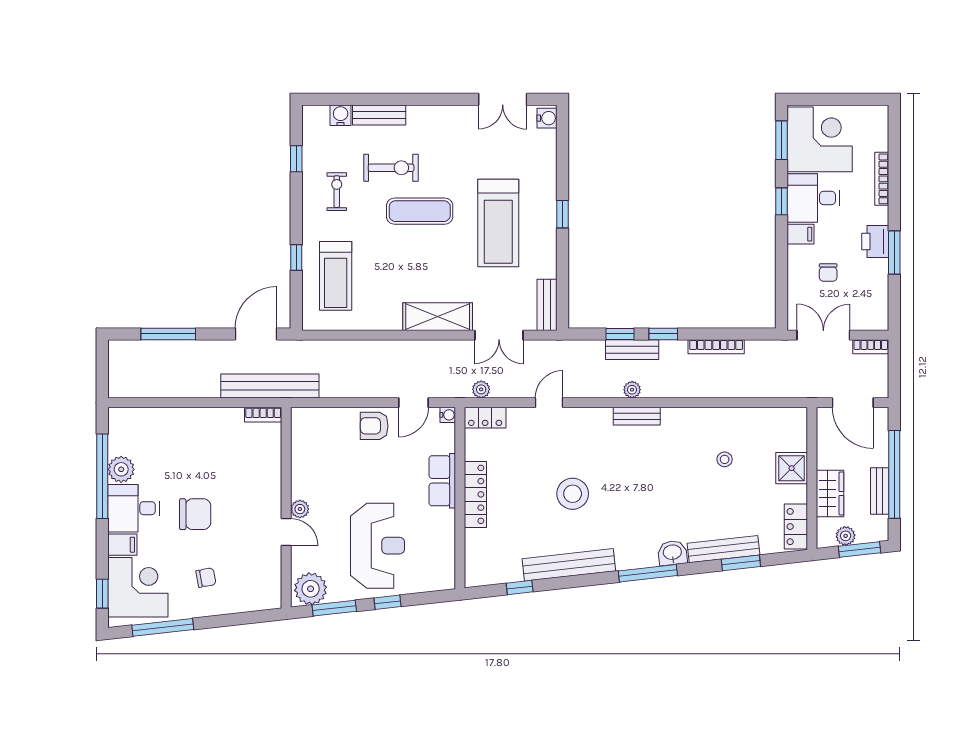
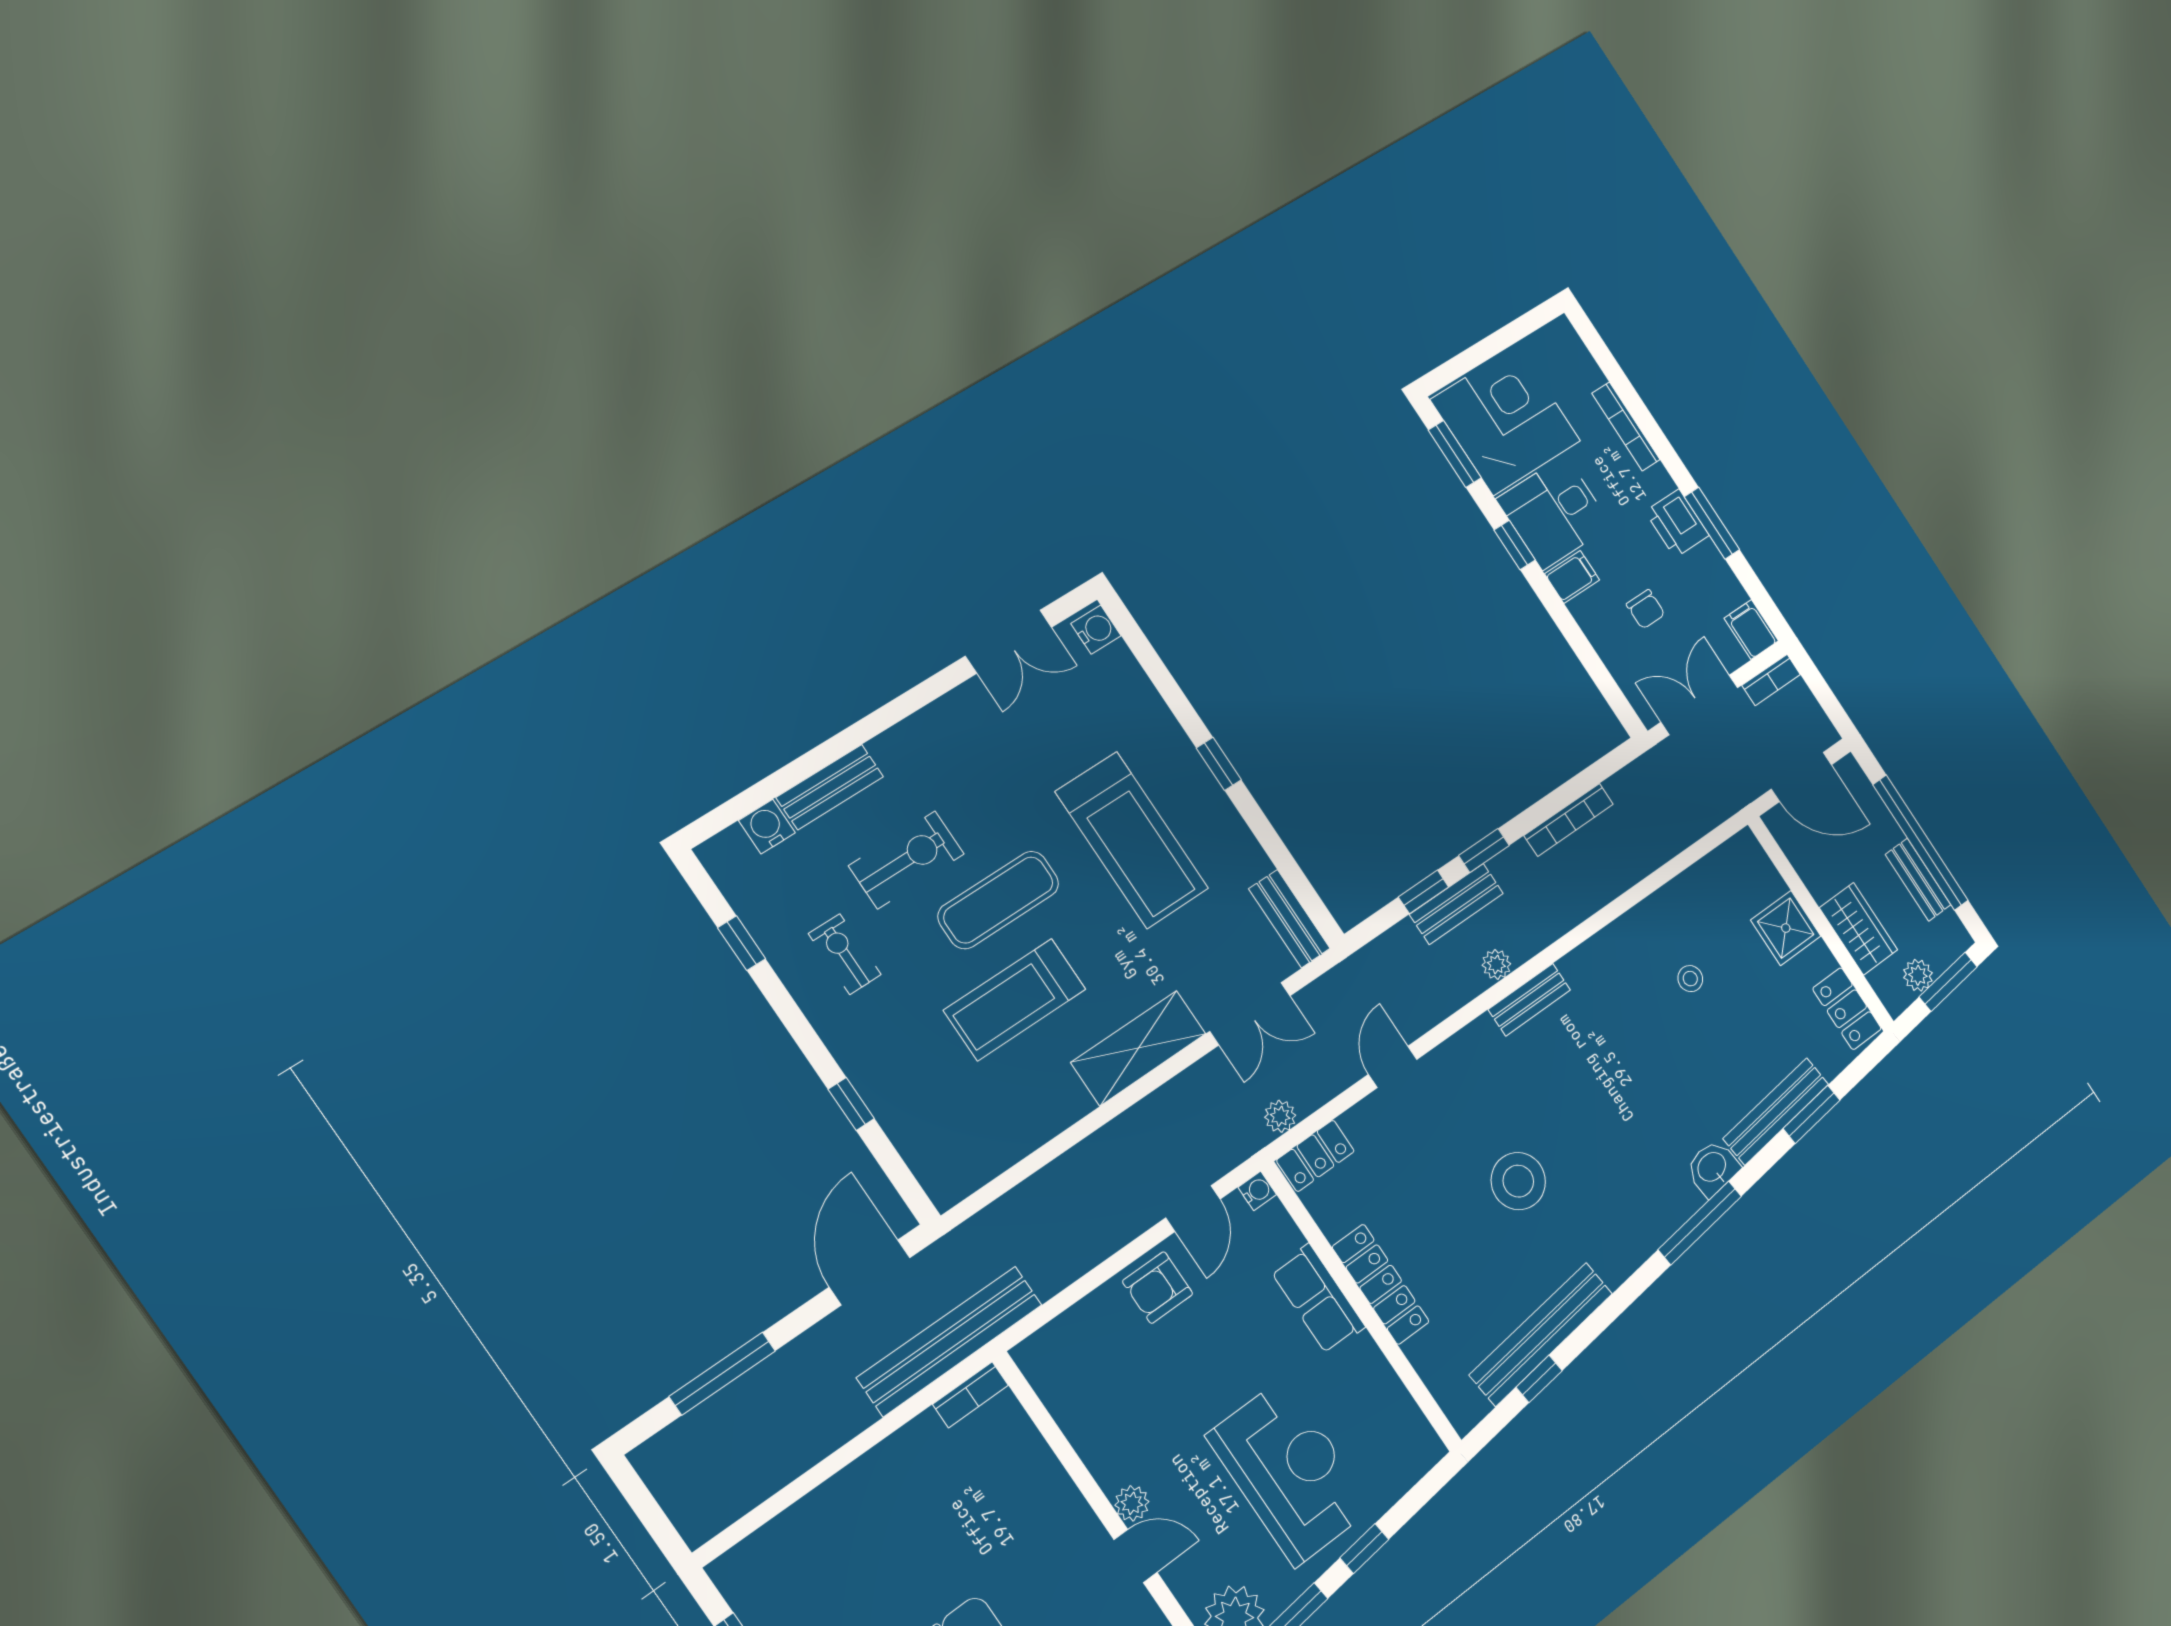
treadmill: (336, 276) -> (1015, 1000), moved, turned 90
filing cabinet: (878, 316) -> (1751, 630), added
bench: (569, 565) -> (1541, 1334), moved

